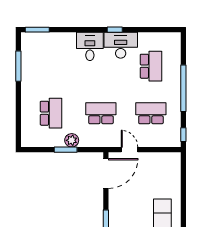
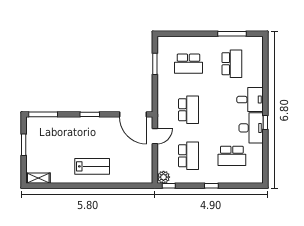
window: (37, 30) -> (265, 51), removed
school desk: (51, 66) -> (232, 64), added
window: (183, 88) -> (211, 186), width x0.32
plant: (72, 140) -> (163, 177), moved
window: (66, 150) -> (155, 64), moved

